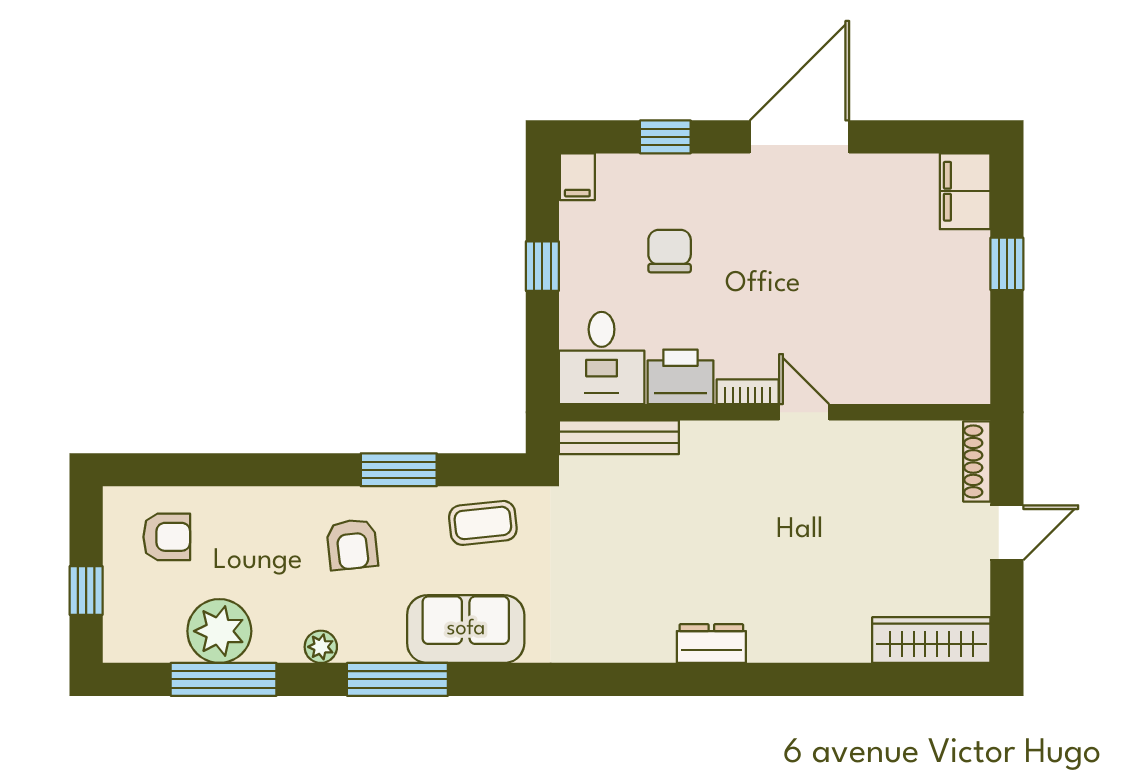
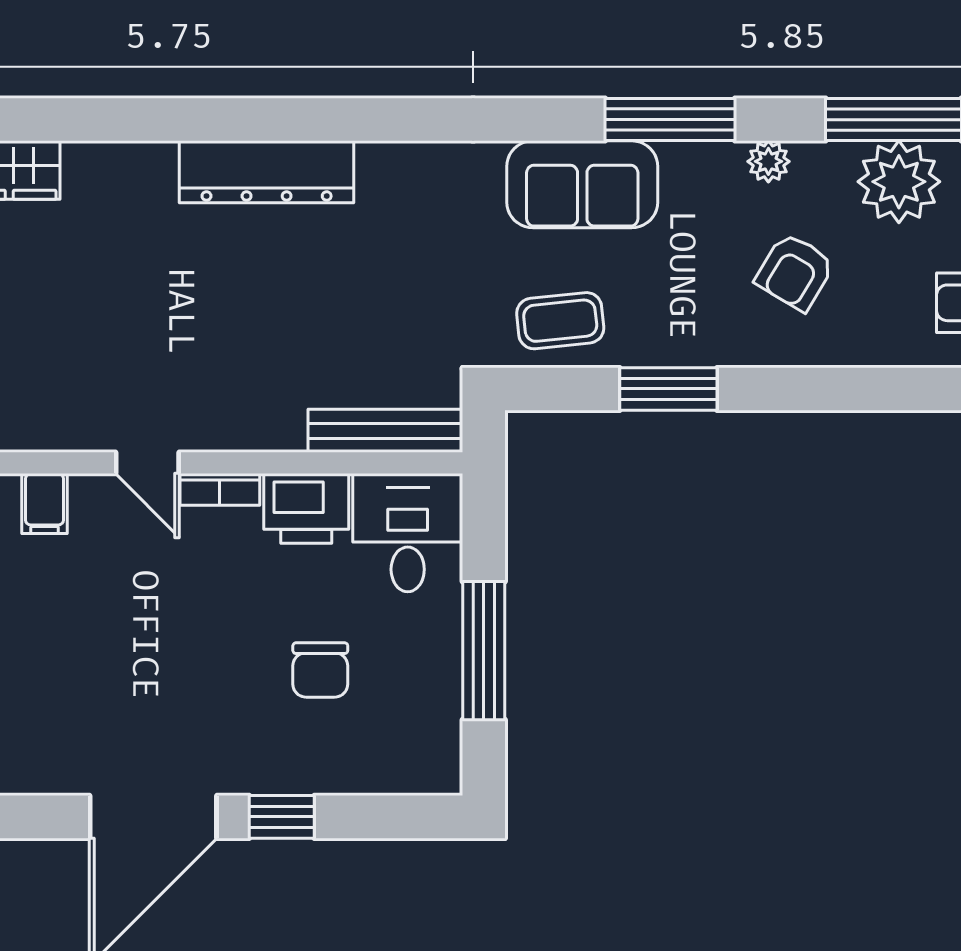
window: (665, 137) -> (282, 817), moved
filing cabinet: (577, 177) -> (45, 504), moved, turned 180
window: (542, 266) -> (484, 651), width x2.17
armchair: (352, 544) -> (795, 272), moved, turned -143
dresser: (711, 644) -> (267, 172), width x1.96, depth x1.24

